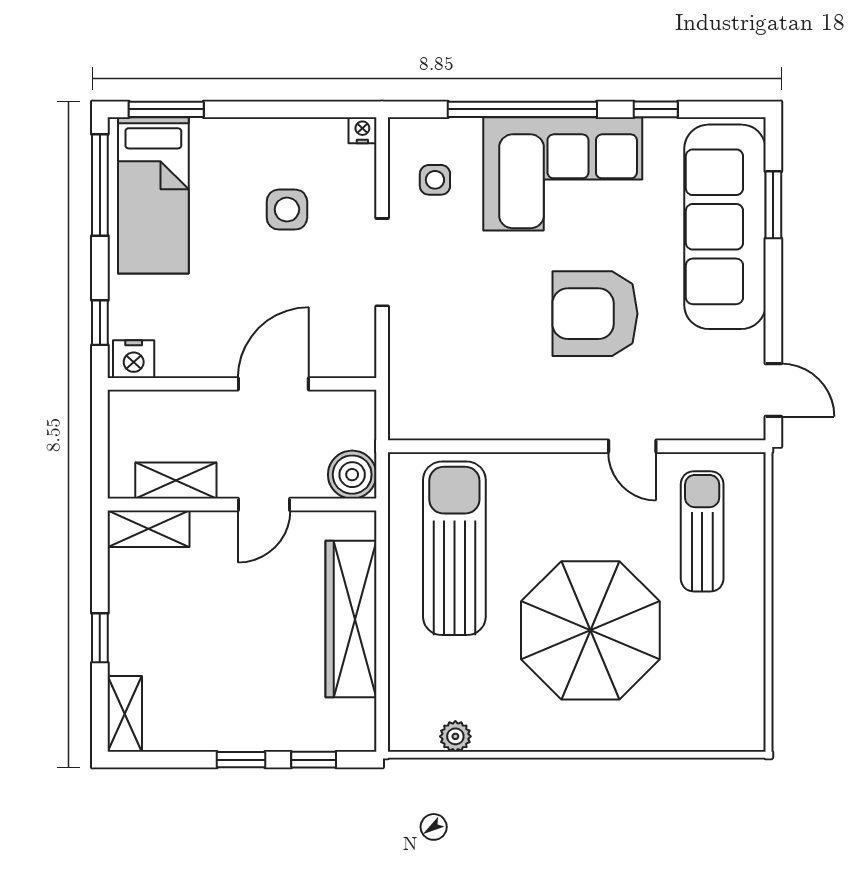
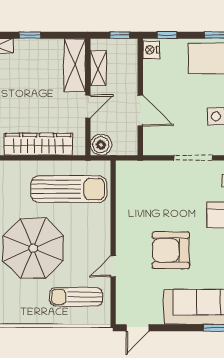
armchair: (595, 314) -> (171, 250), turned -90
window: (100, 431) -> (120, 35), added
door: (264, 505) -> (88, 107), swing flipped
shelving: (148, 529) -> (75, 65), width x1.50, depth x1.33
sun lounger: (702, 531) -> (76, 297), turned 180

